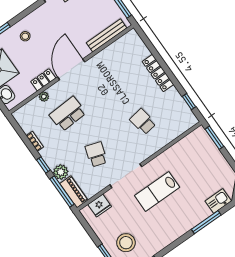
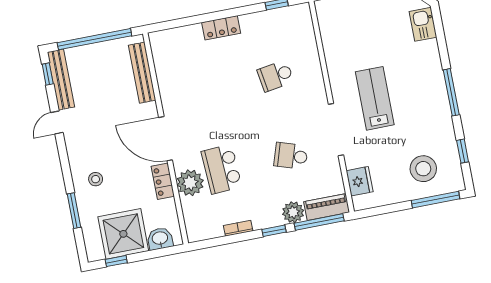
locker: (158, 73) -> (221, 28), width x0.66
plant: (44, 97) -> (190, 183), width x1.87, depth x1.87
lab bench: (157, 191) -> (375, 98), turned 180
window: (206, 222) -> (451, 92), moved

